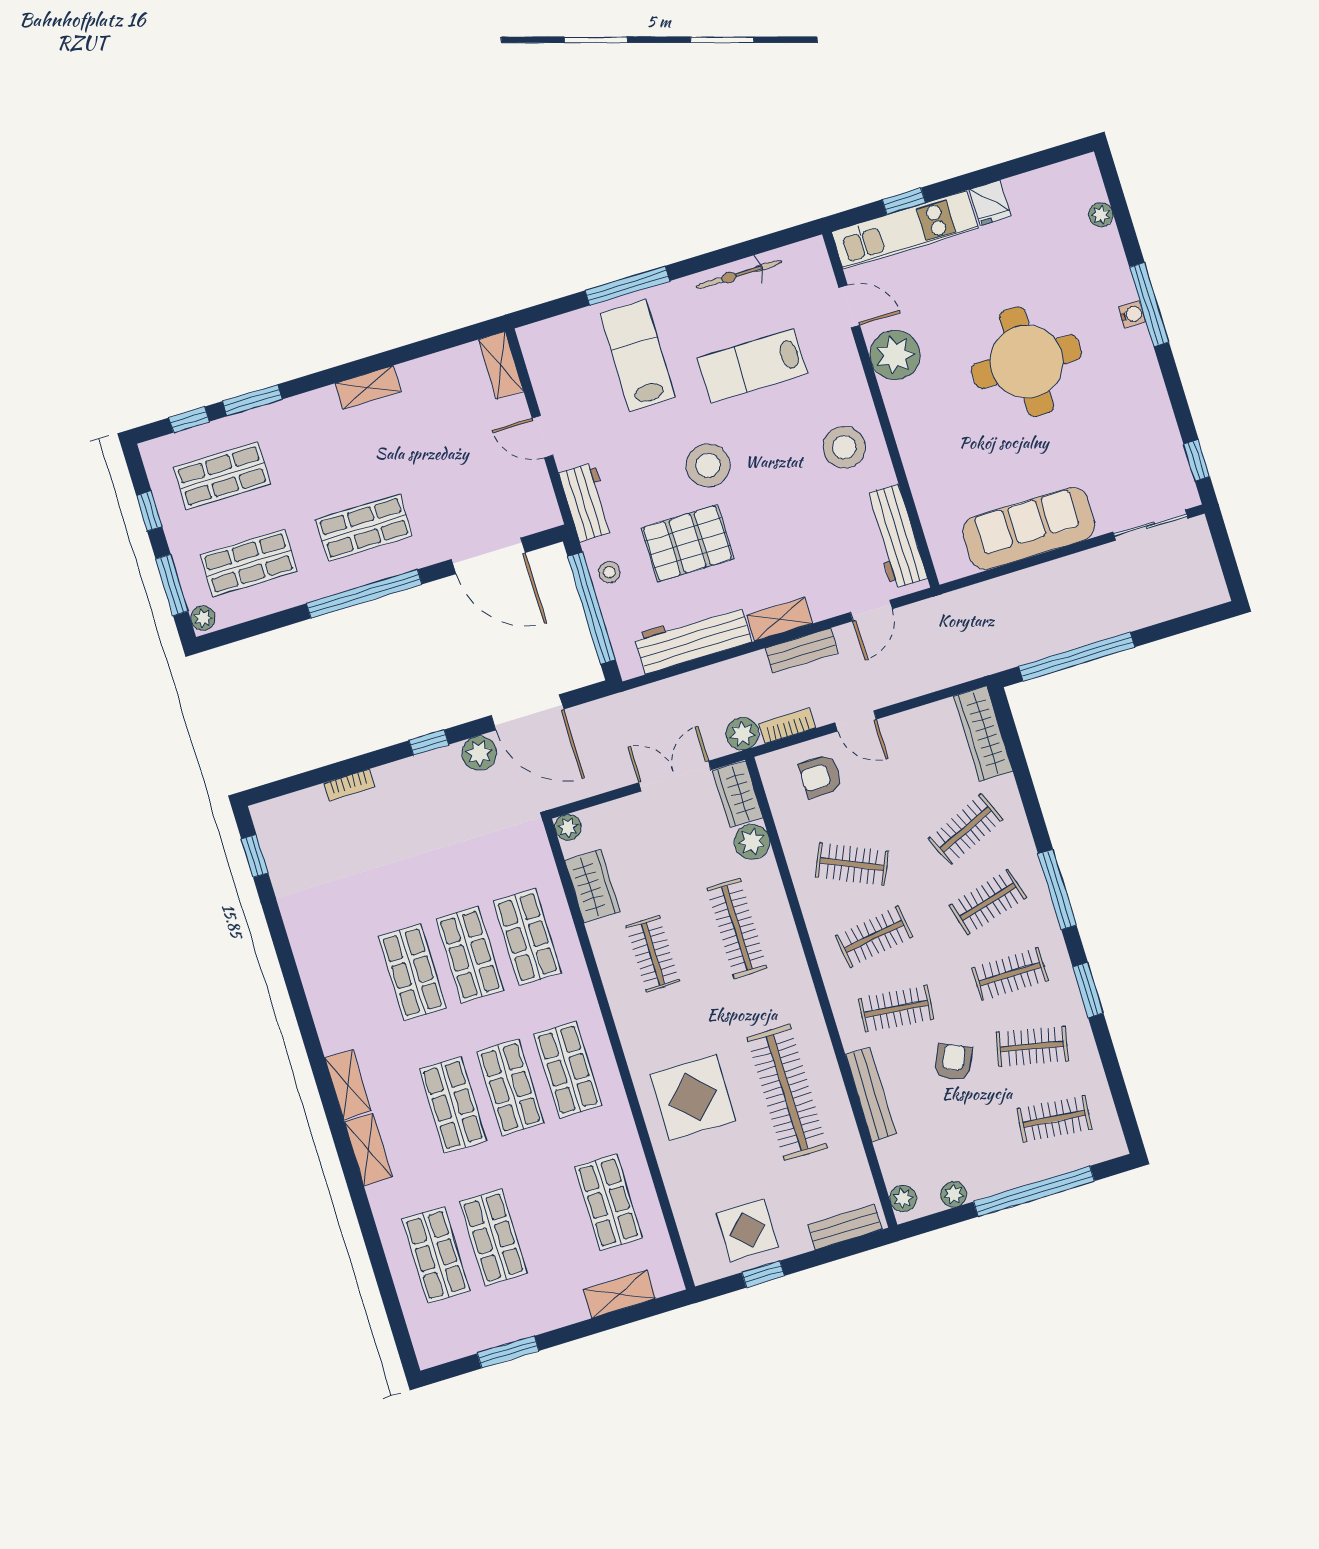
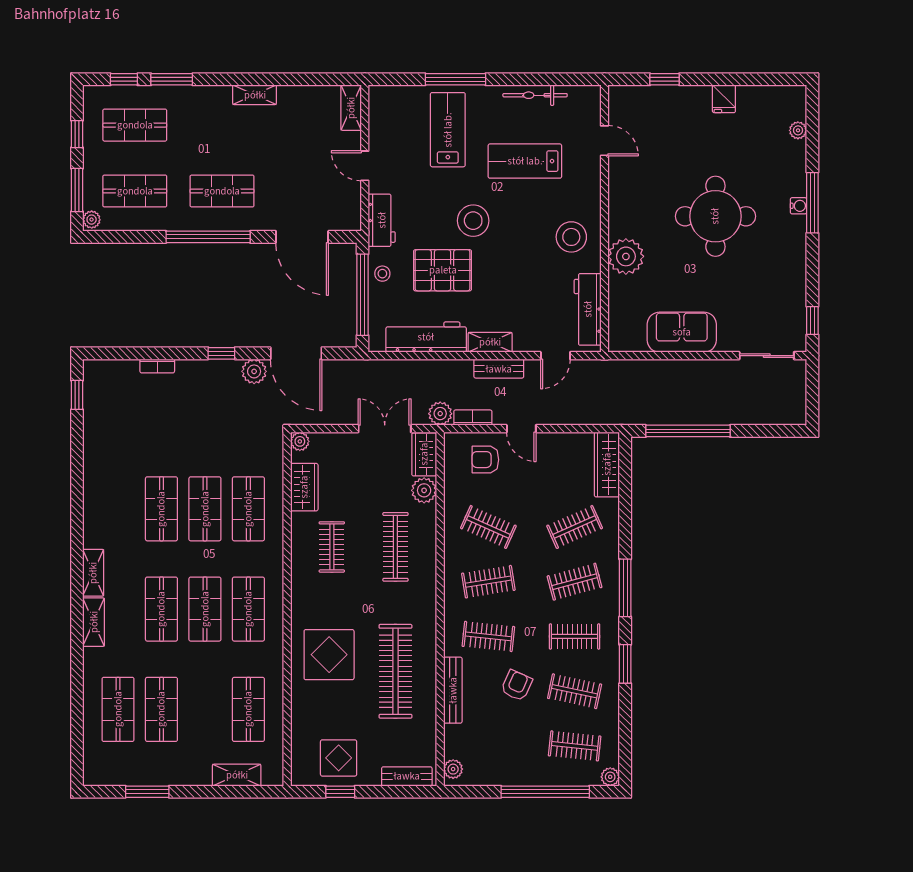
kitchen unit: (905, 230) -> (659, 99), removed
plant: (895, 355) -> (626, 256), moved
sofa: (1029, 529) -> (682, 332), width x0.73
plant: (954, 1194) -> (610, 777), moved

